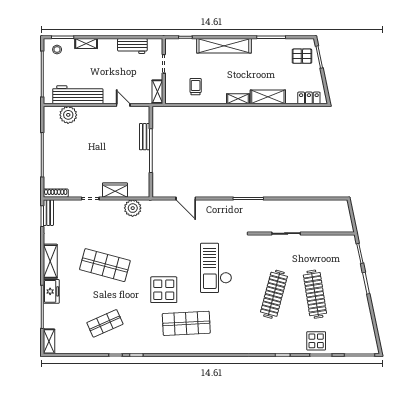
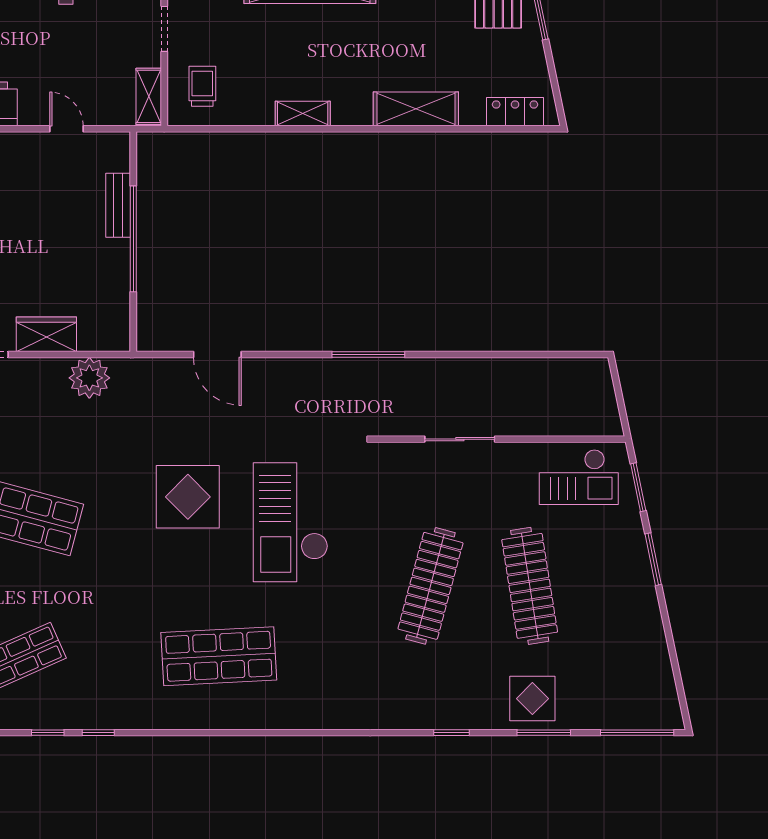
trolley: (196, 87) -> (202, 86), moved
shelving: (238, 99) -> (303, 114), moved
checkout: (335, 249) -> (579, 477), added
display table: (164, 290) -> (188, 497), moved

